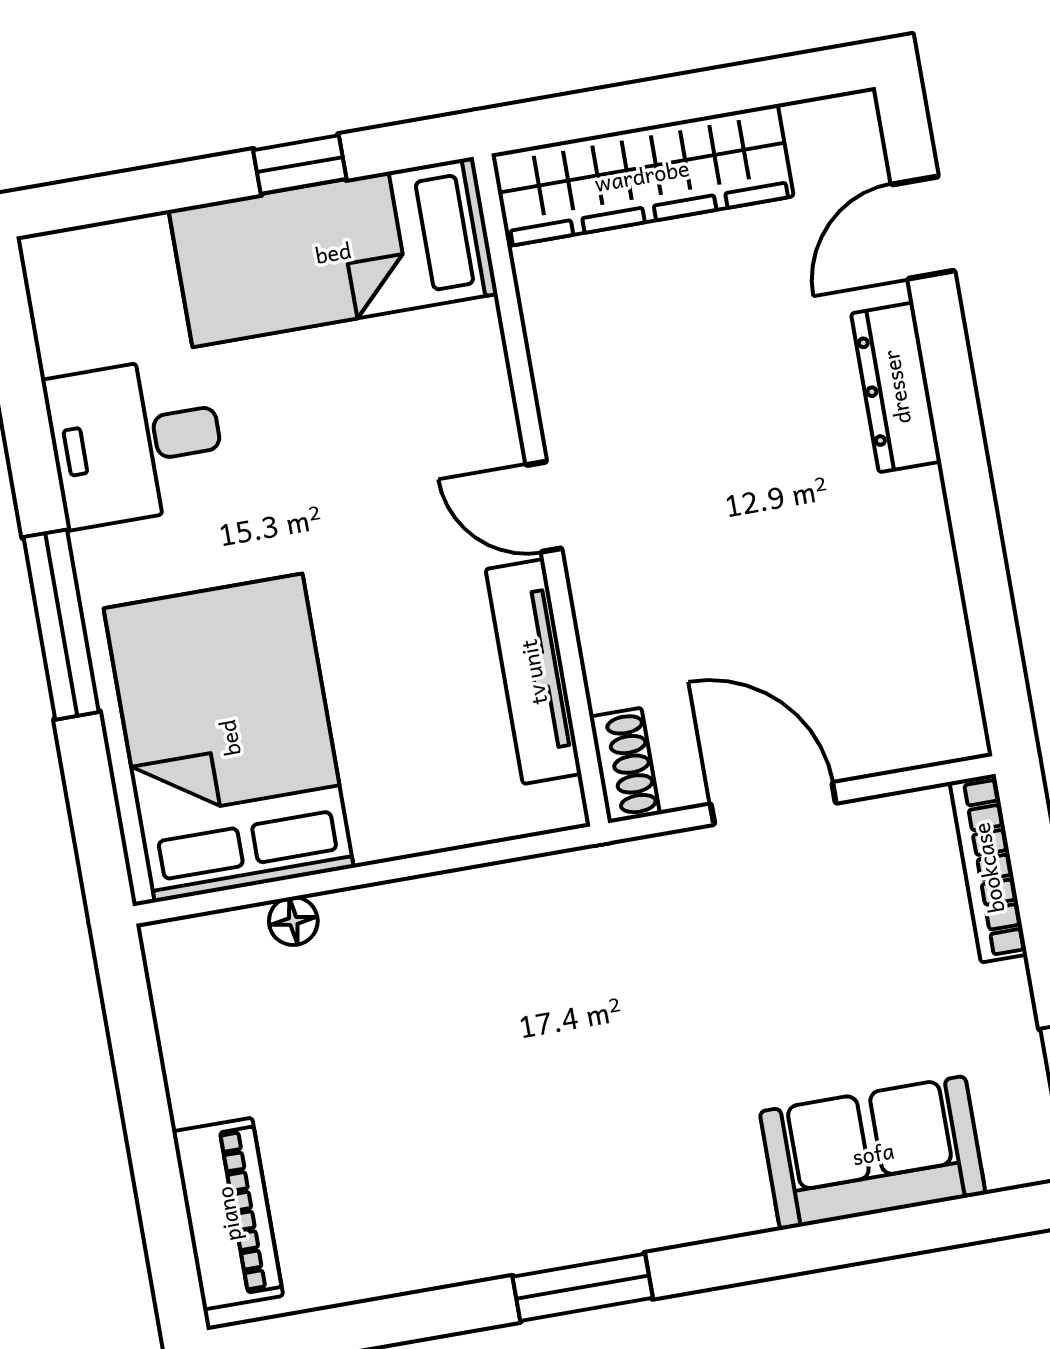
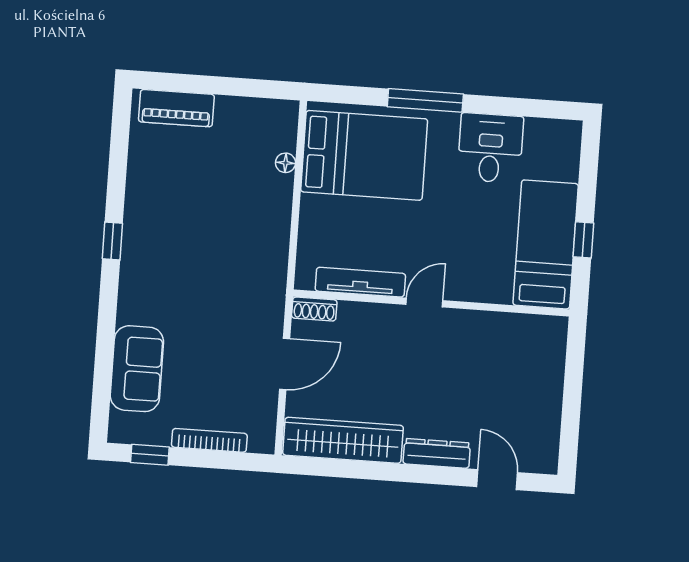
wardrobe: (642, 175) -> (343, 440), moved, turned 90
bookcase: (988, 868) -> (209, 440), moved
window: (583, 1287) -> (112, 241), width x0.67

